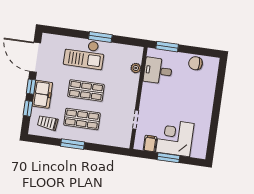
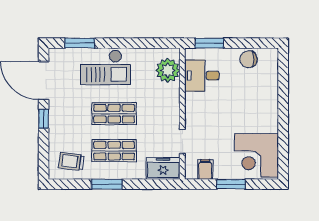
window: (100, 37) -> (80, 43), moved
plant: (136, 68) -> (168, 70), width x1.88, depth x1.88
freezer: (42, 94) -> (163, 168), moved, turned -90
window: (28, 108) -> (44, 147), removed
corner desk: (175, 138) -> (256, 155), moved, turned -90

